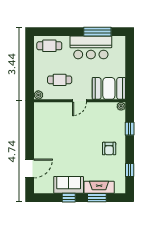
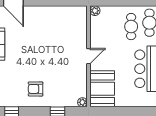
cafe table: (60, 80) -> (131, 27), moved
door: (79, 101) -> (88, 56), swing flipped

